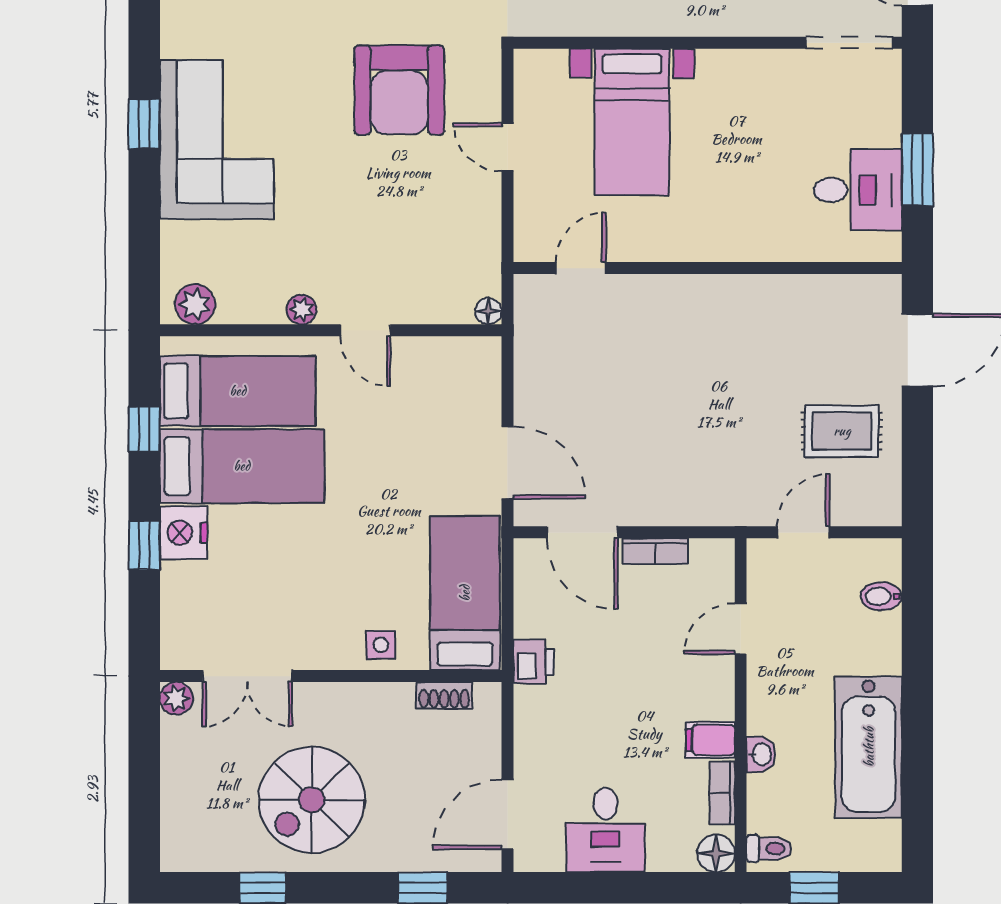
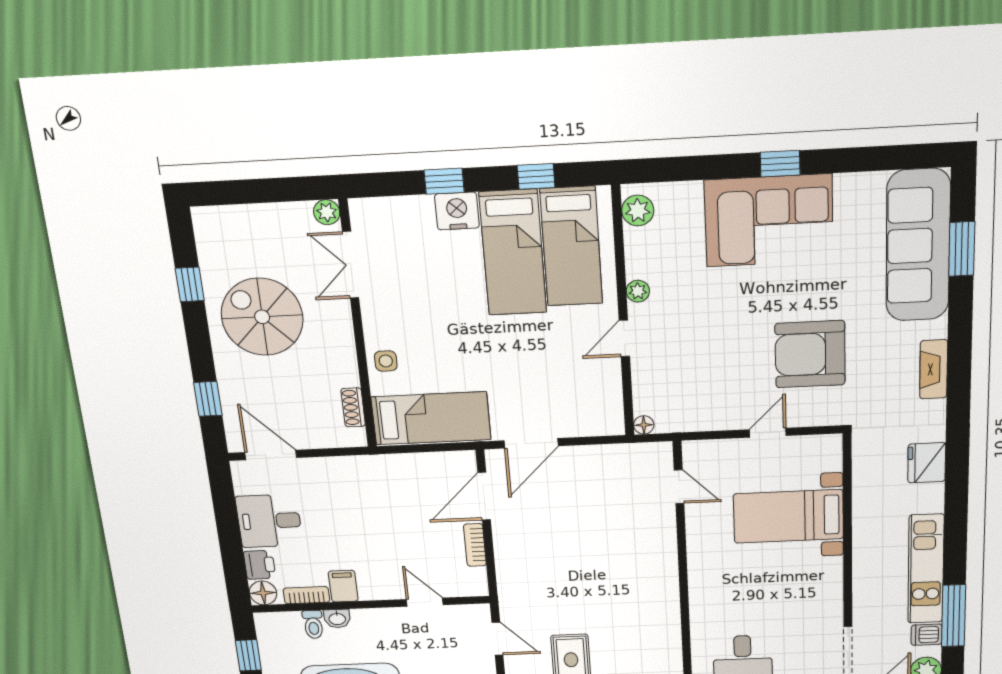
printer: (533, 662) -> (260, 565), moved, turned -90
toilet: (769, 848) -> (313, 624), moved

